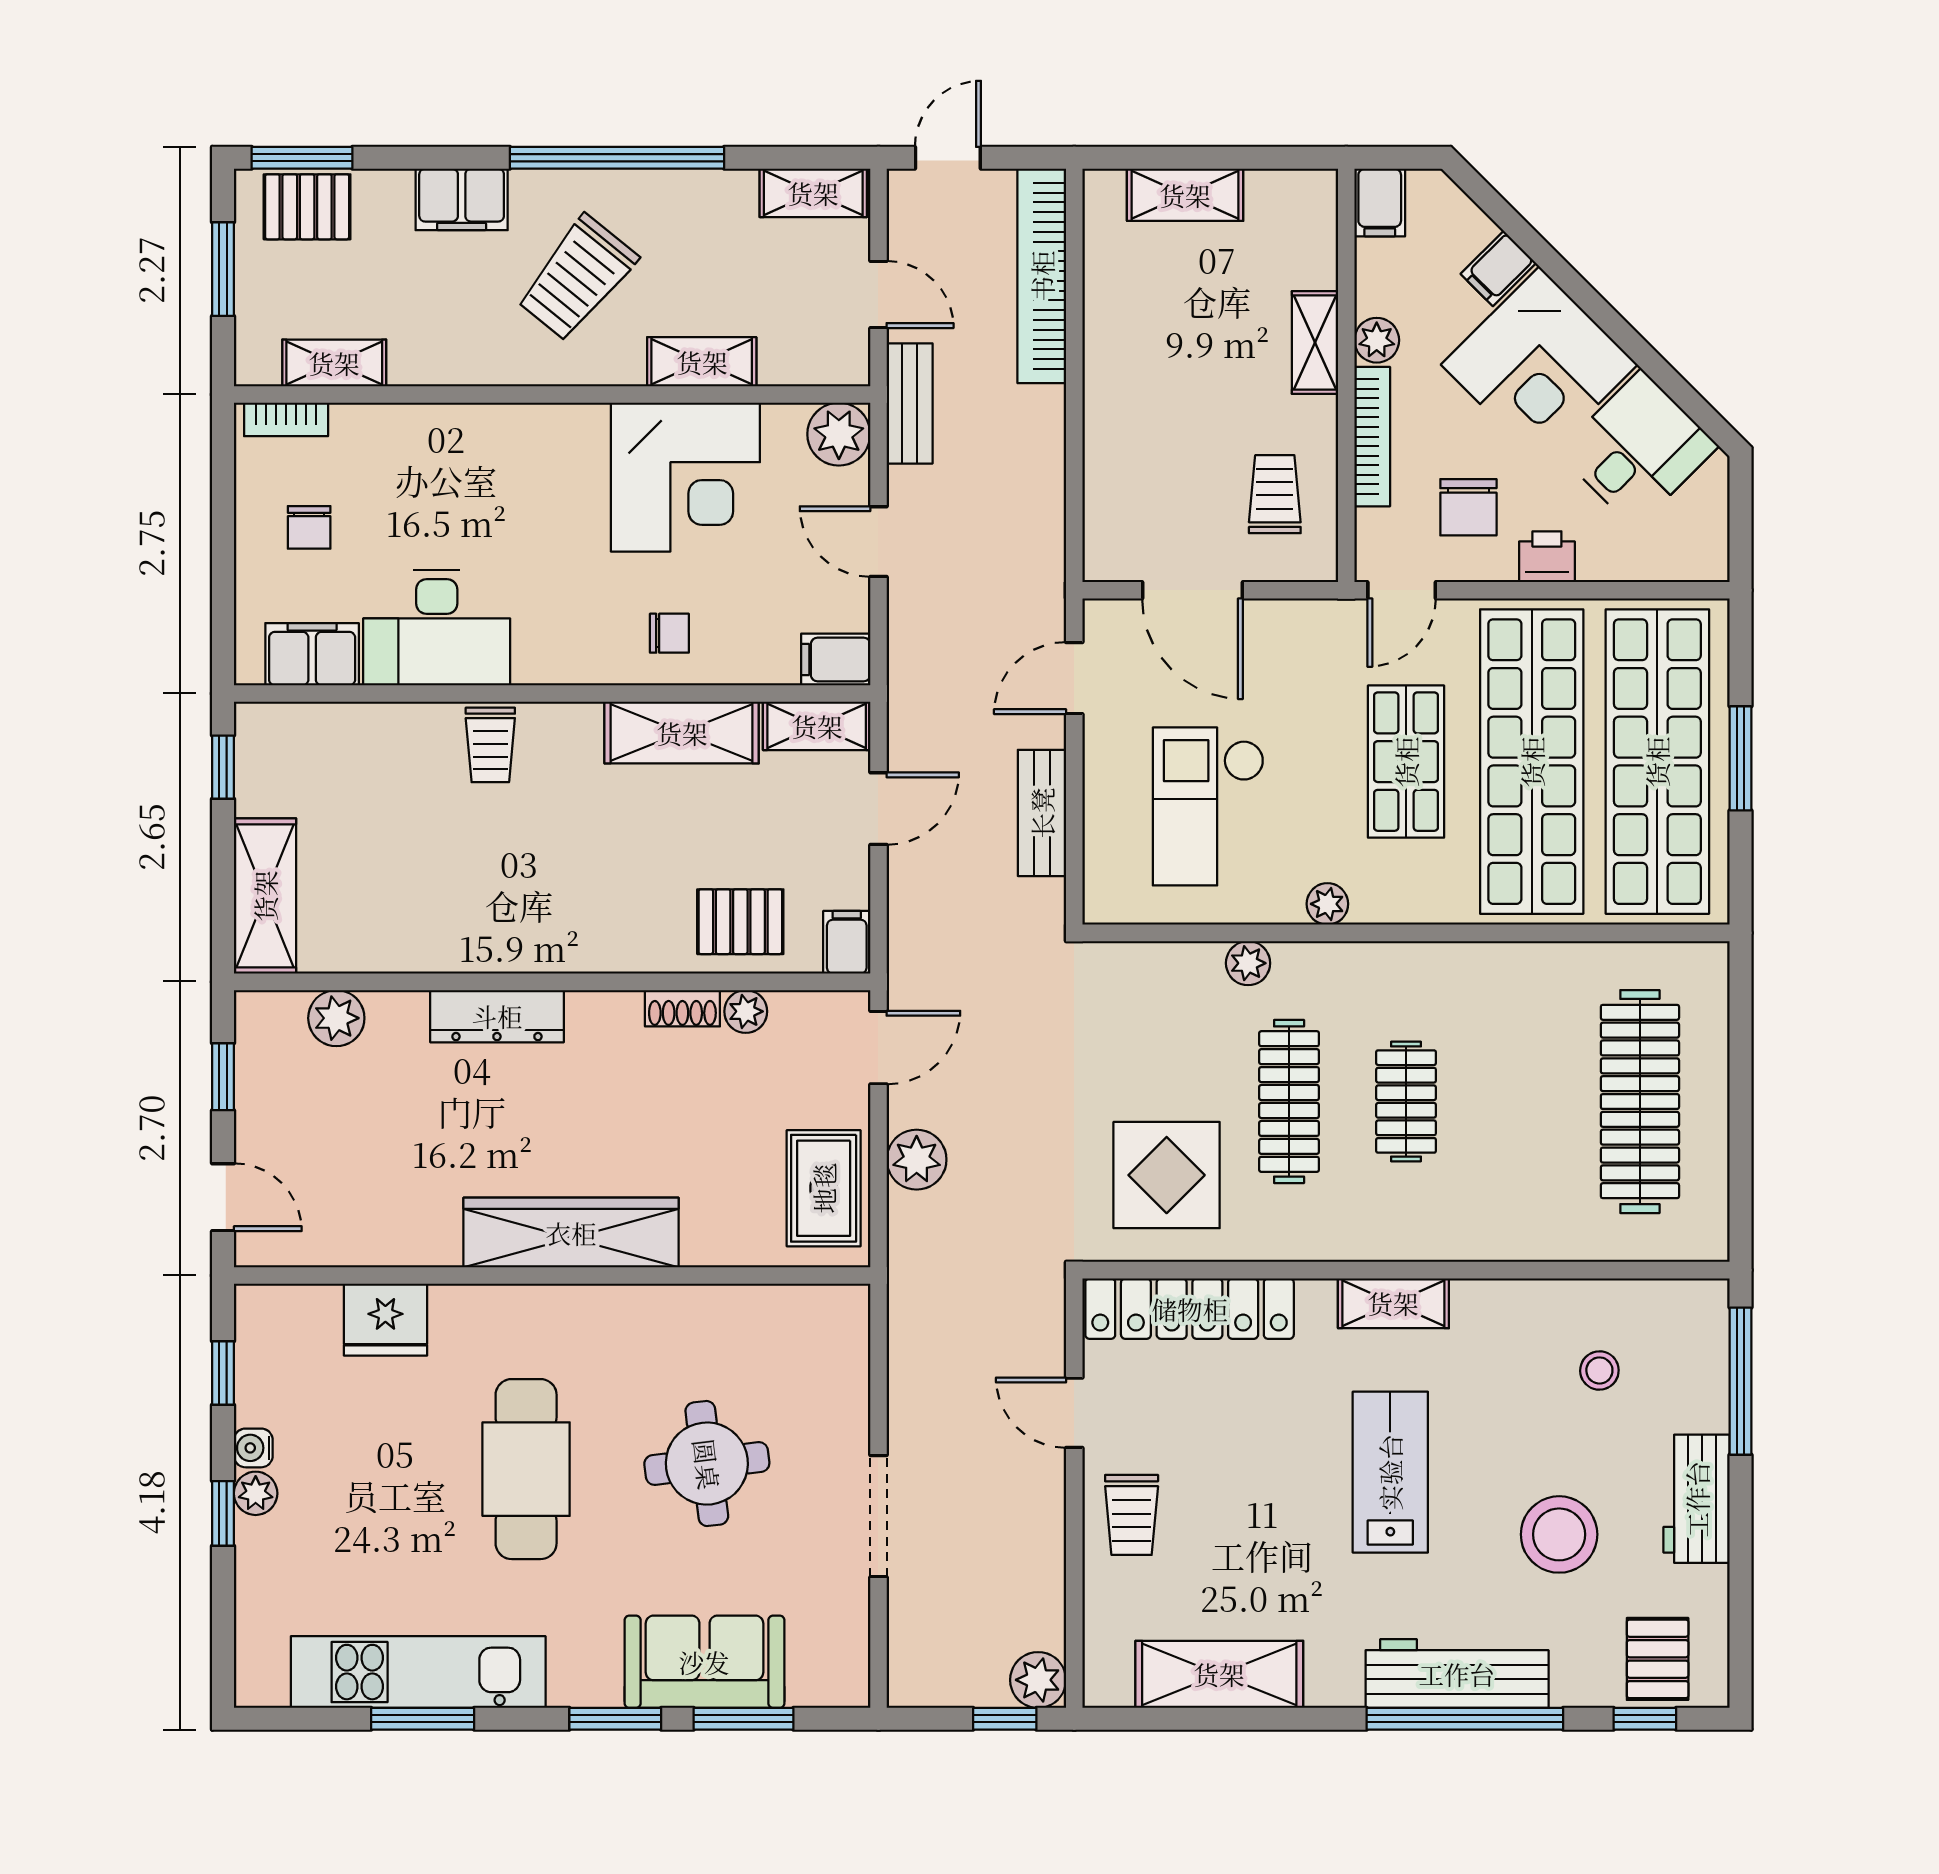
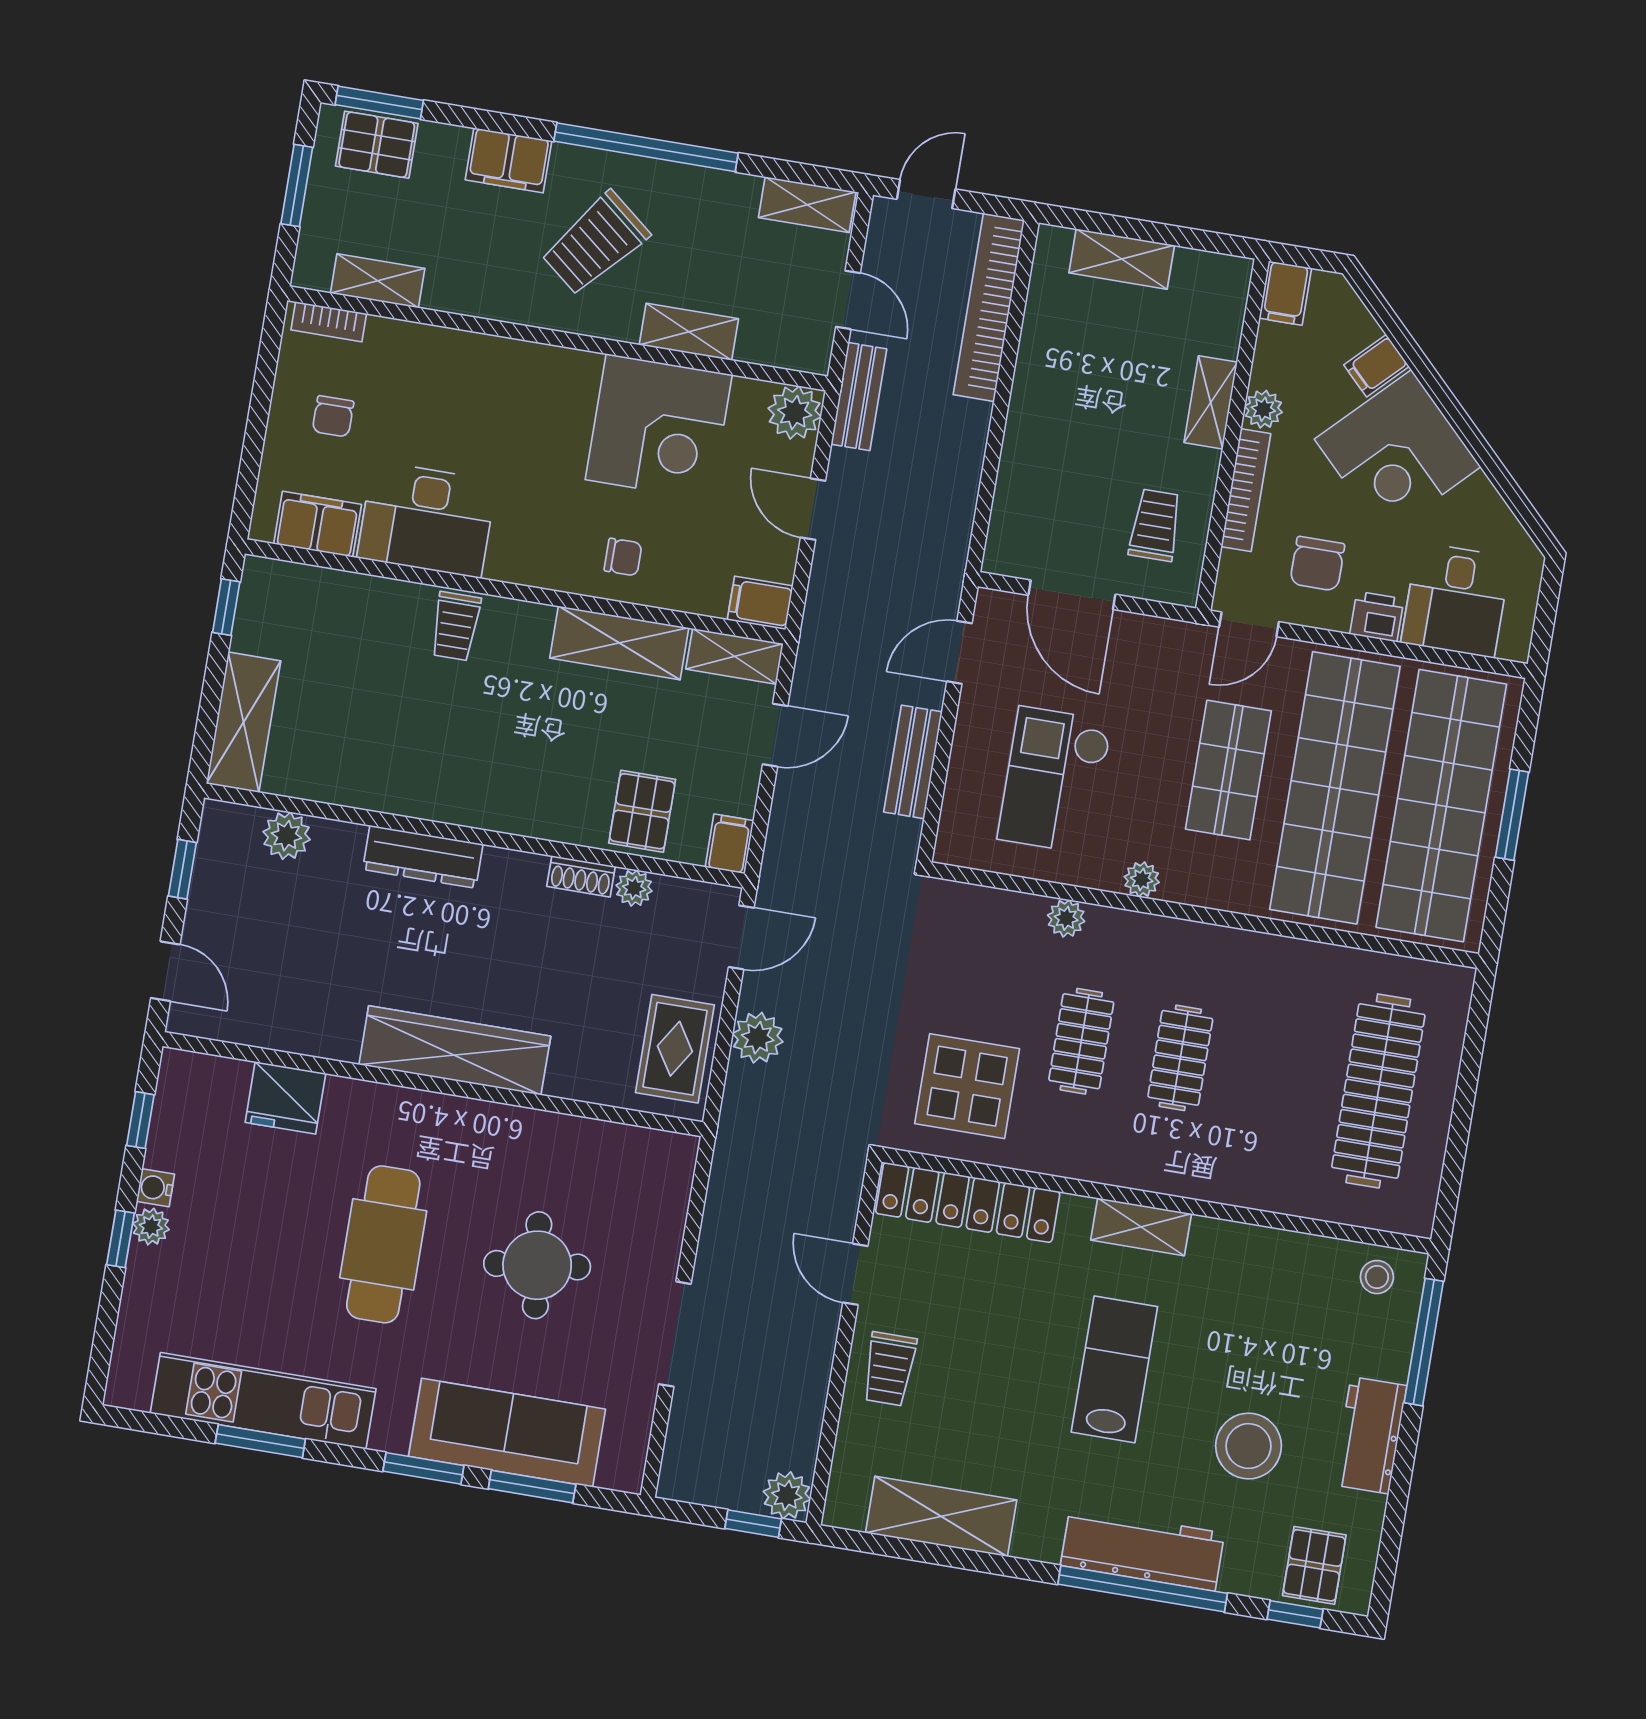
desk: (1638, 449) -> (1456, 600), moved, turned 135
pallet: (740, 922) -> (642, 811), turned 90
clothes rail: (1289, 1102) -> (1081, 1041), width x0.73
stool: (1599, 1370) -> (1377, 1277), moved
sofa: (704, 1662) -> (507, 1433), width x1.36

